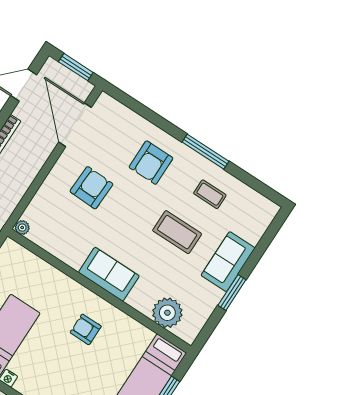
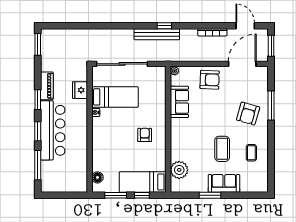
window: (205, 152) -> (271, 105), moved
armchair: (151, 163) -> (248, 114), turned -74
armchair: (91, 188) -> (210, 80), moved
sofa: (109, 274) -> (179, 102), moved

